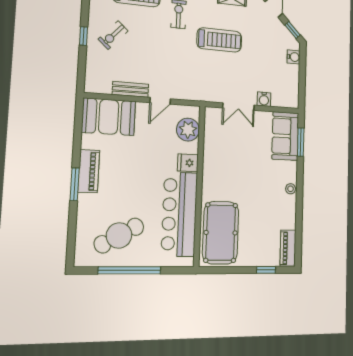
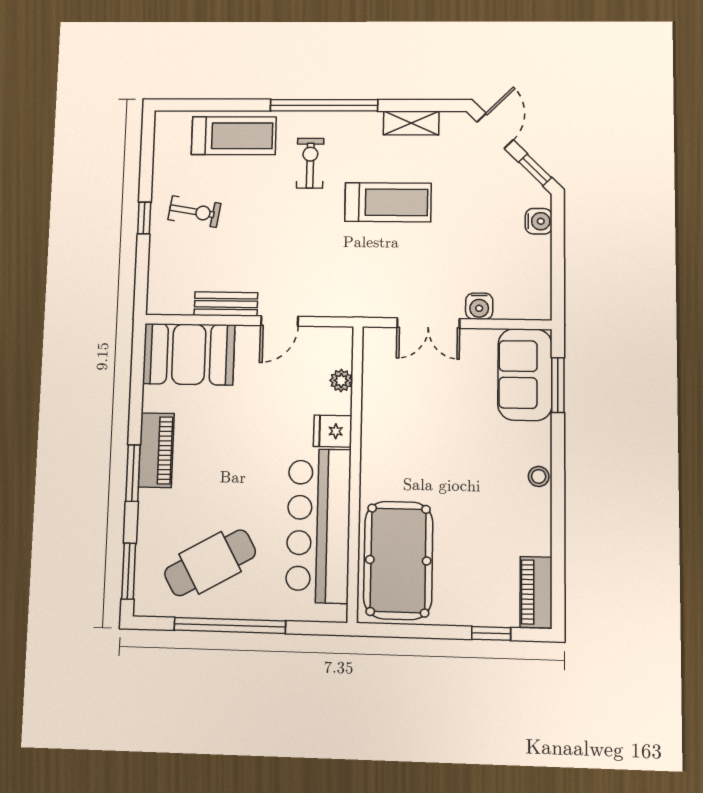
exercise bike: (113, 35) -> (194, 212), turned -123
plant: (188, 130) -> (341, 381), width x0.53, depth x0.53
window: (71, 241) -> (129, 571), added

